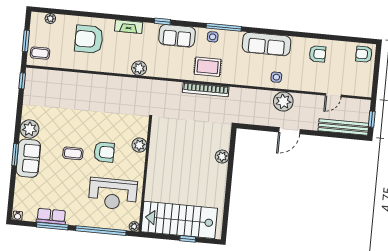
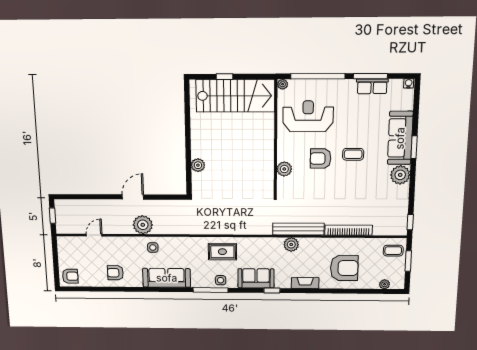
bookcase: (206, 90) -> (348, 230), moved
bench: (343, 127) -> (298, 229), moved
sofa: (28, 158) -> (400, 138), width x1.36

